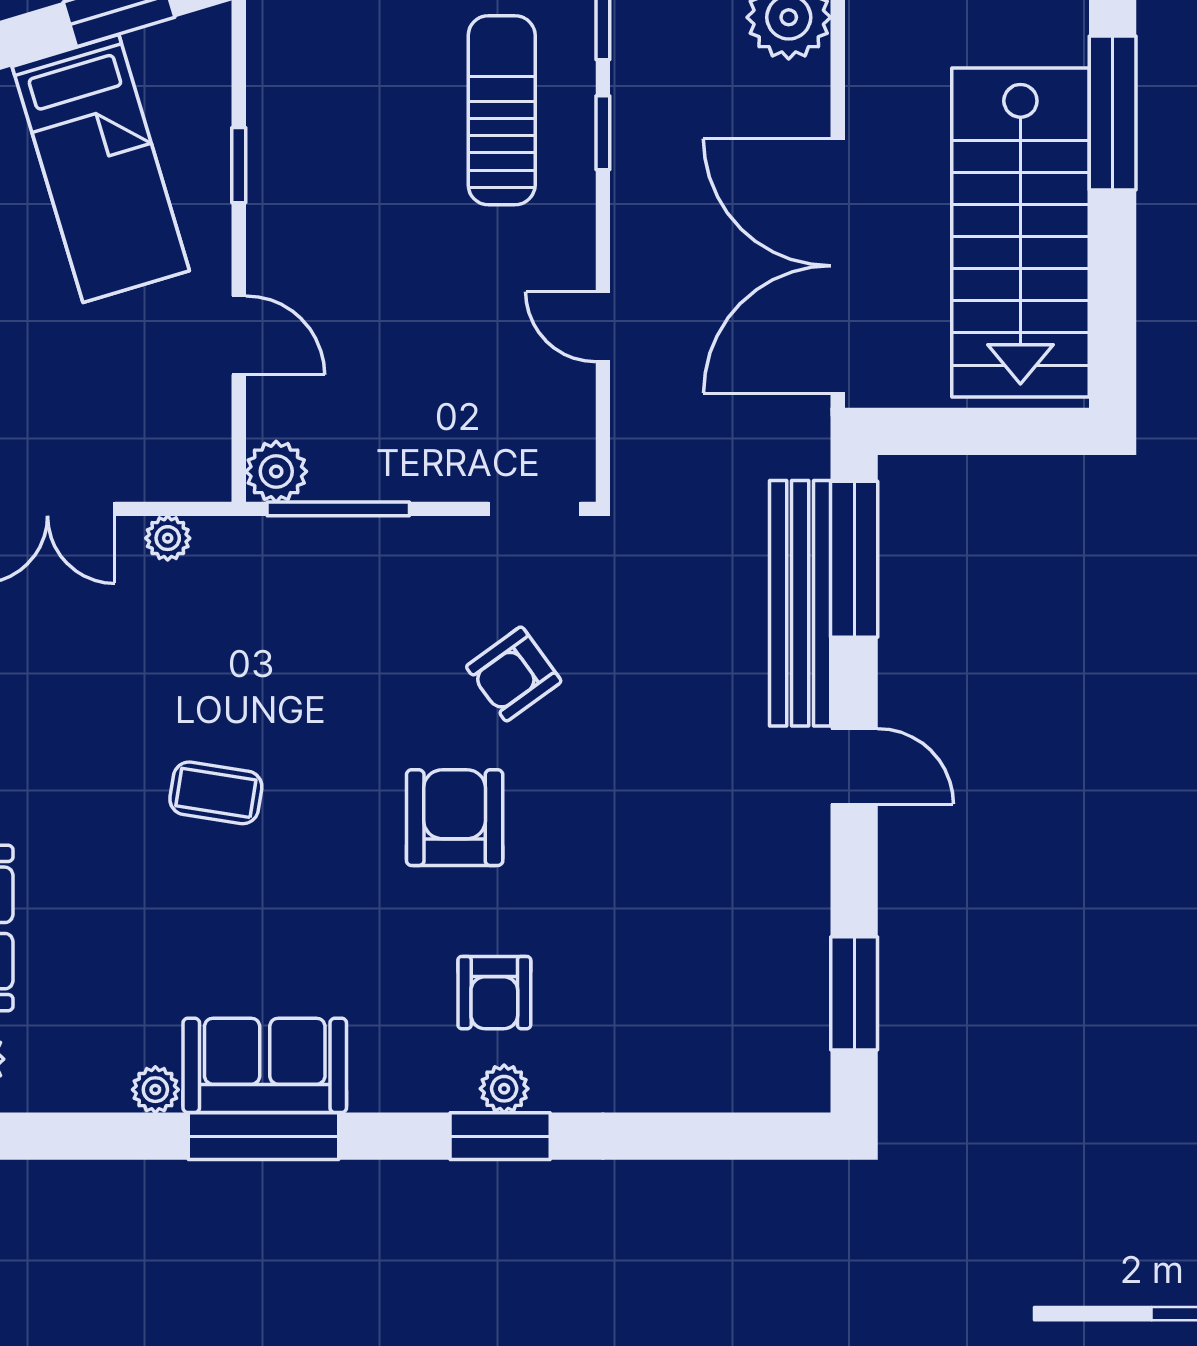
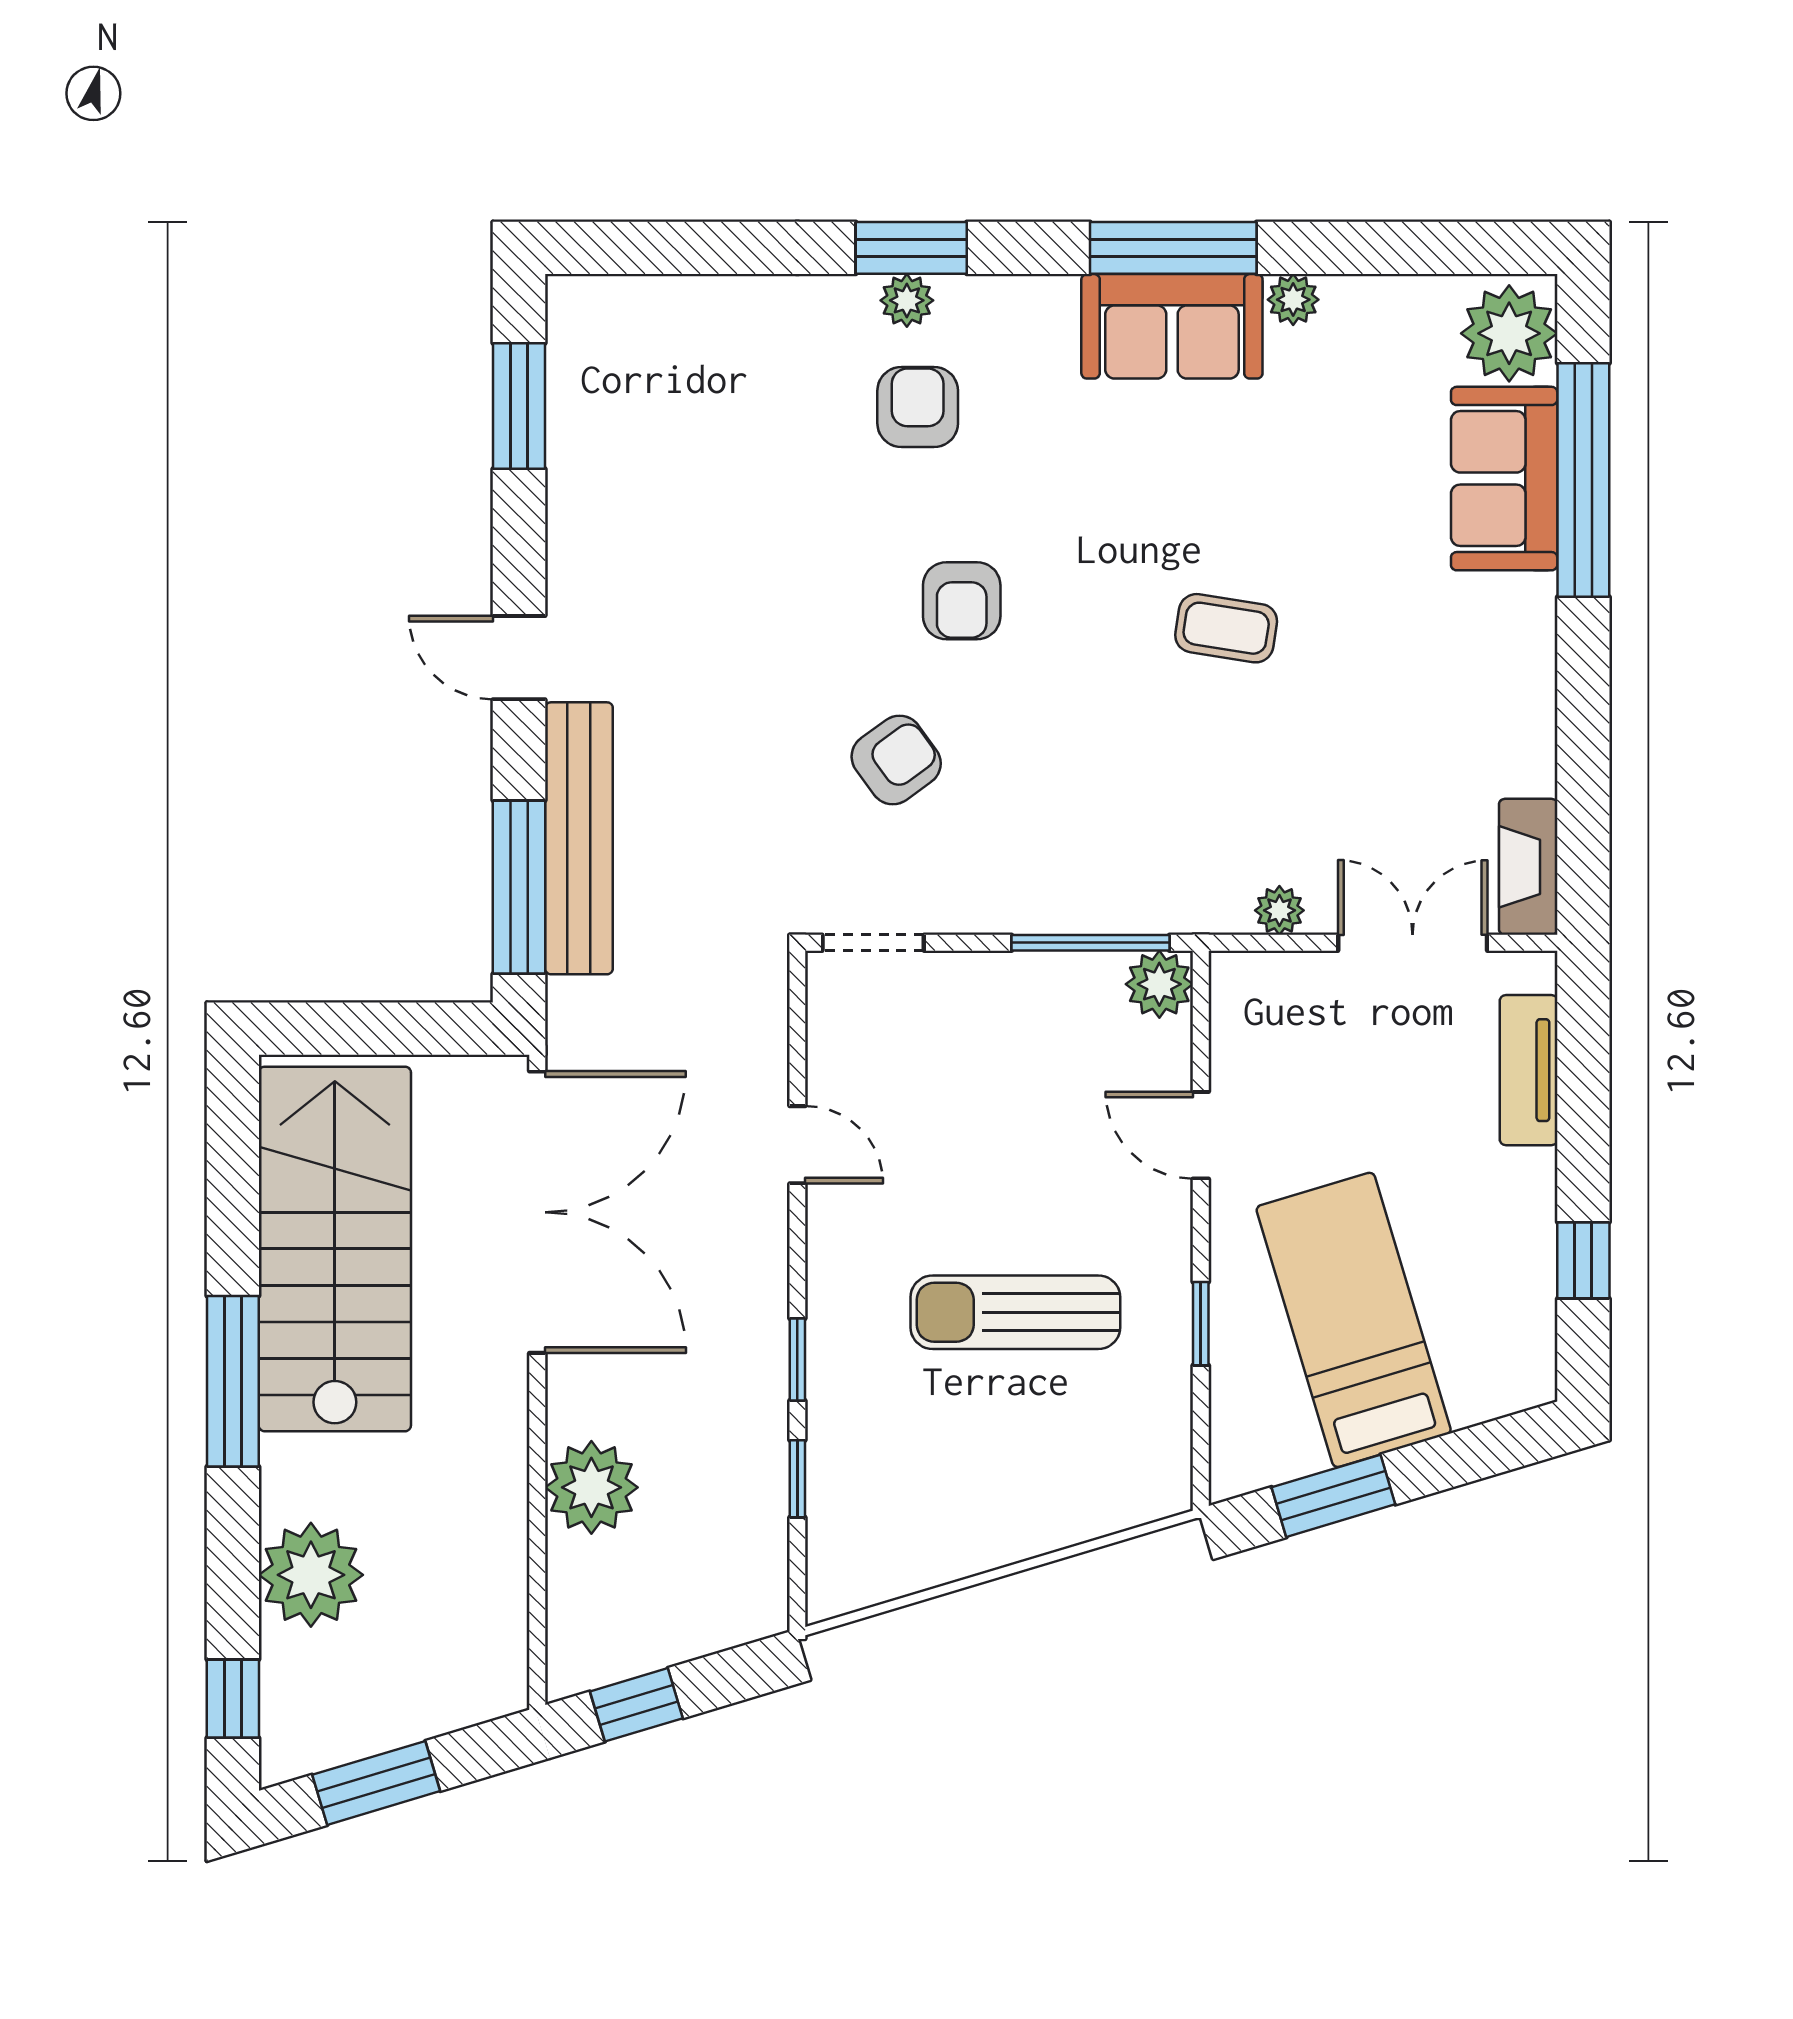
sun lounger: (502, 110) -> (1015, 1312), moved, turned 90
armchair: (455, 818) -> (962, 601), width x0.72, depth x0.72

